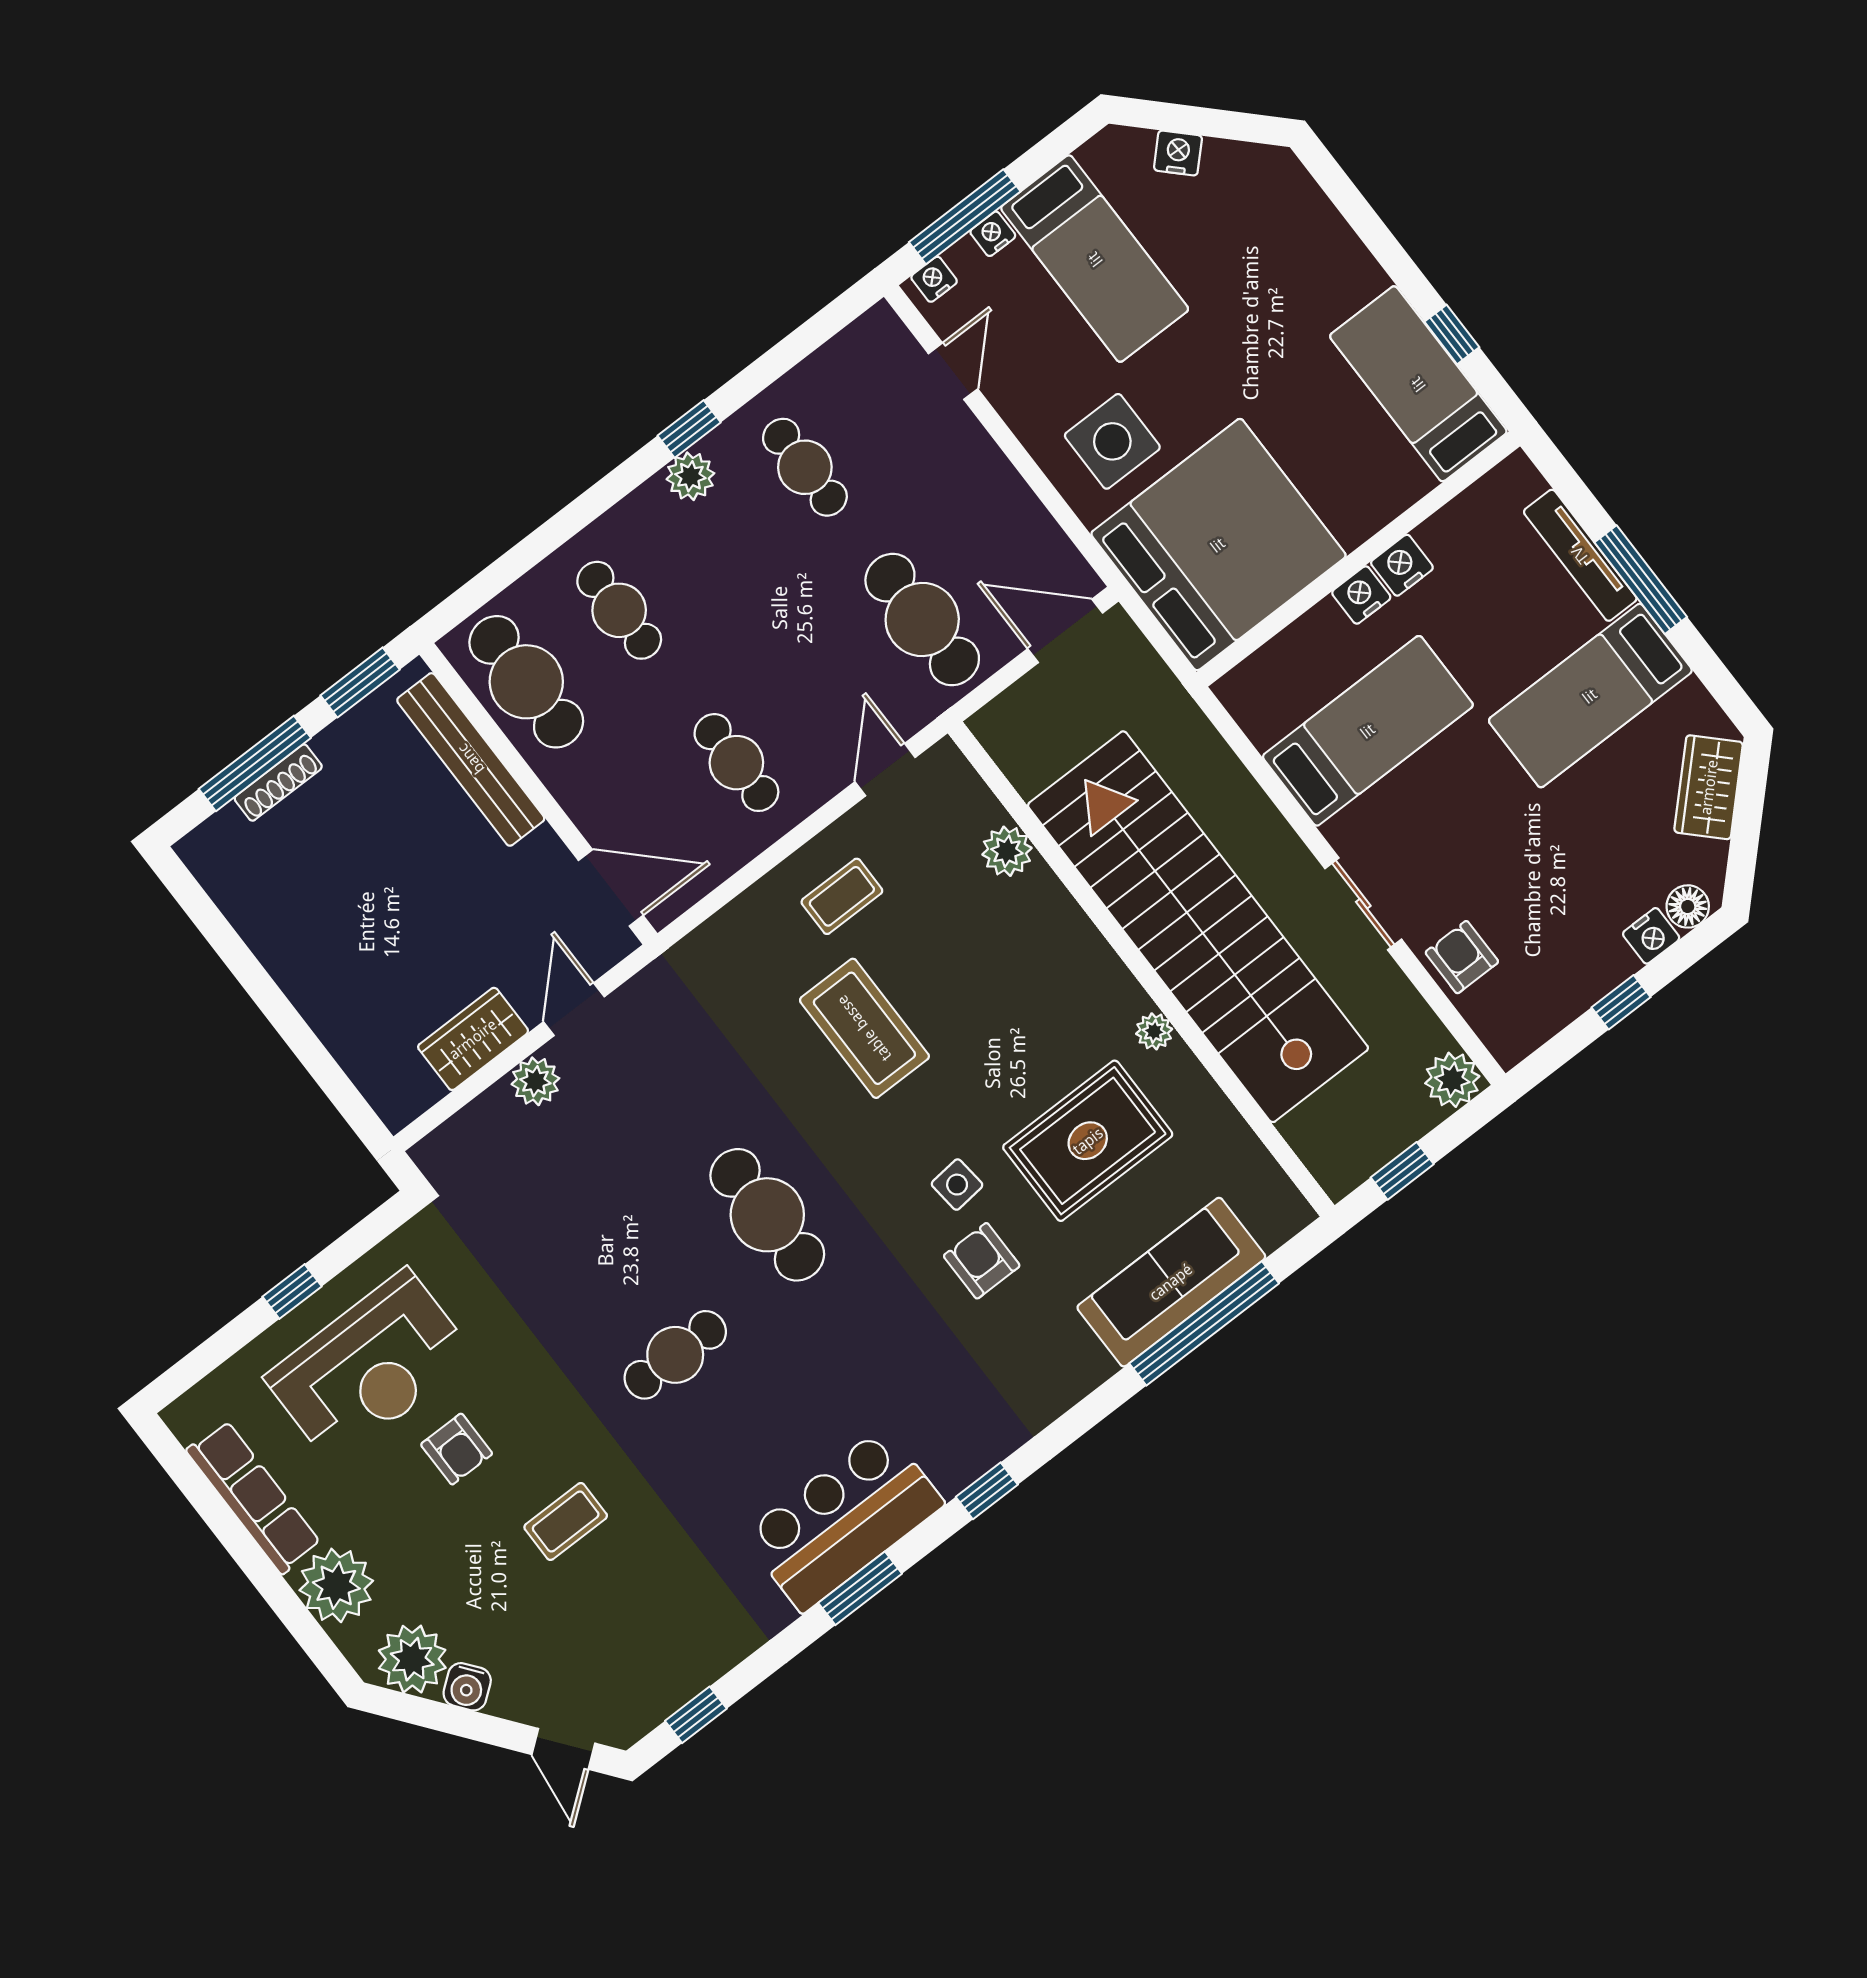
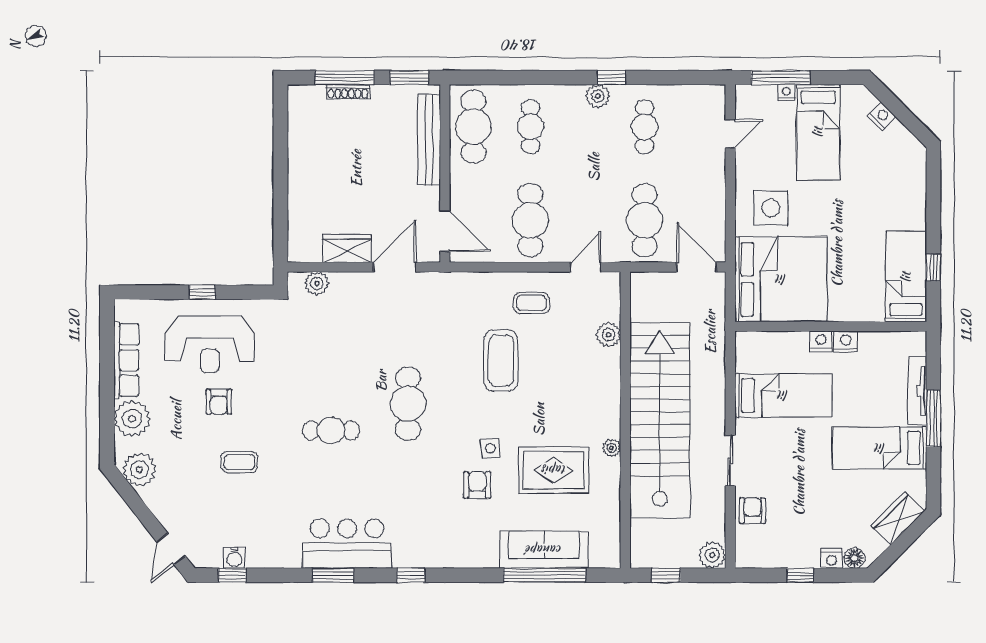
nightstand: (934, 279) -> (750, 93), removed
cafe table: (736, 763) -> (530, 220), width x1.37, depth x1.35
door: (574, 1009) -> (395, 267), width x1.38
plant: (535, 1081) -> (317, 283), moved
water cooler: (467, 1687) -> (234, 558), moved, turned -52

